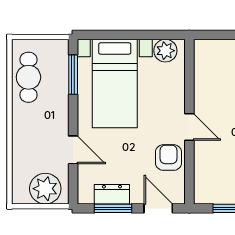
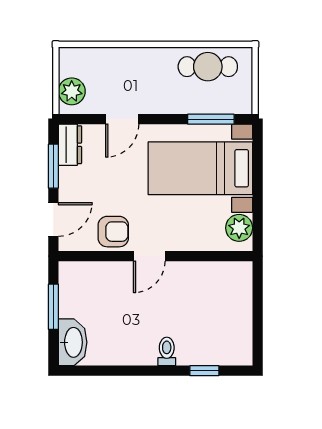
plant: (45, 189) -> (72, 91), width x0.73, depth x0.73
dresser: (112, 194) -> (70, 145), moved

